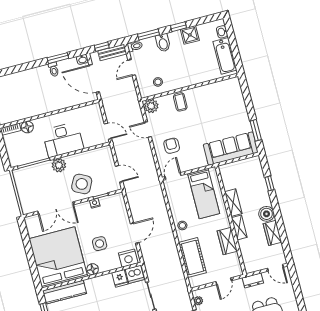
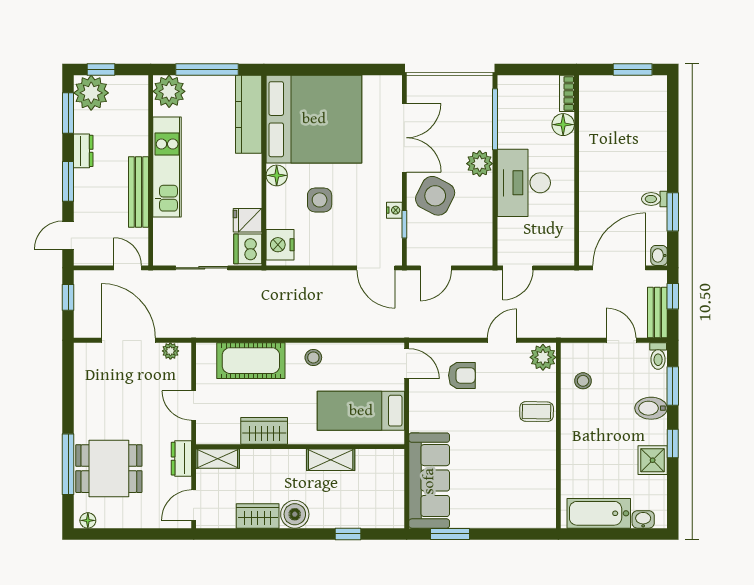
double door: (56, 208) -> (404, 138), swing flipped
shelving: (239, 227) -> (218, 459), moved
door: (135, 233) -> (376, 268), moved

